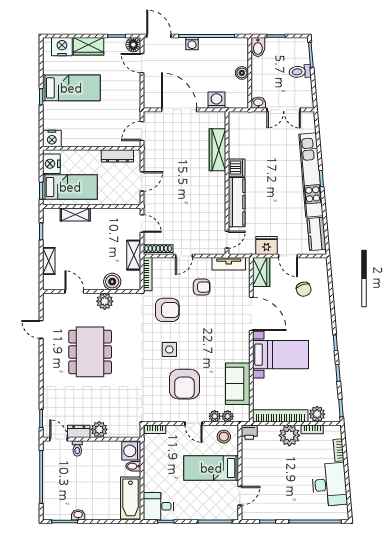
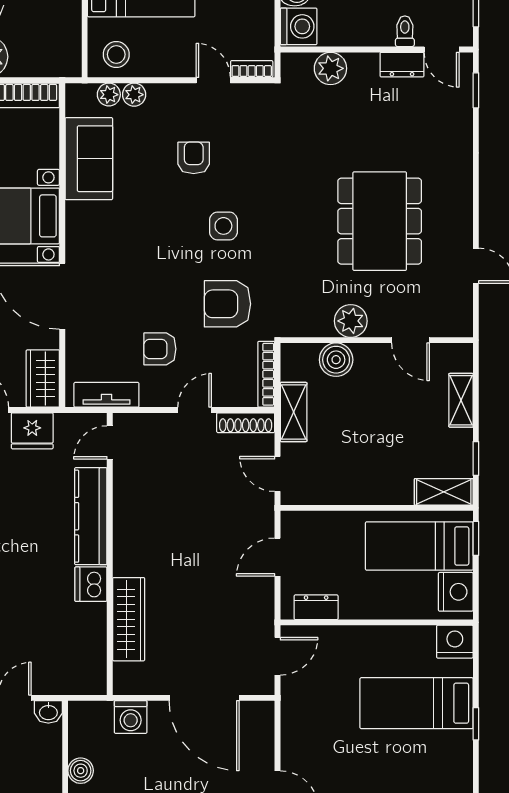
bed: (71, 88) -> (417, 703), moved
dresser: (117, 156) -> (316, 607), width x0.70
shelving: (75, 215) -> (444, 492), moved
armchair: (184, 384) -> (194, 158), width x0.53, depth x0.53
door: (193, 424) -> (213, 80), moved
plant: (99, 429) -> (330, 68), moved
printer: (249, 432) -> (66, 63), removed

